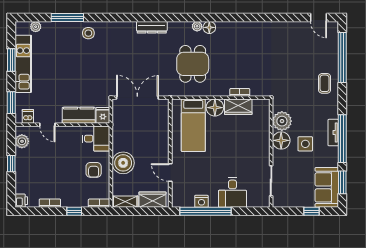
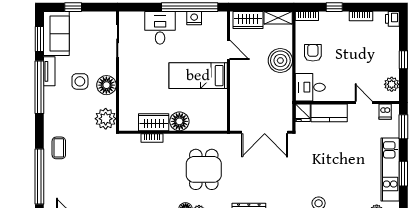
plant: (282, 121) -> (106, 119), moved
bed: (193, 125) -> (198, 76), moved, turned -90
tv unit: (333, 133) -> (49, 71), moved

